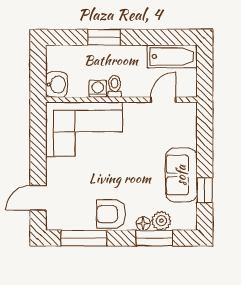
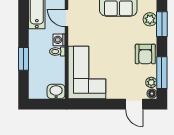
washing machine: (98, 89) -> (59, 40), moved
plant: (70, 223) -> (151, 82), added
floor lamp: (143, 224) -> (152, 94), moved

